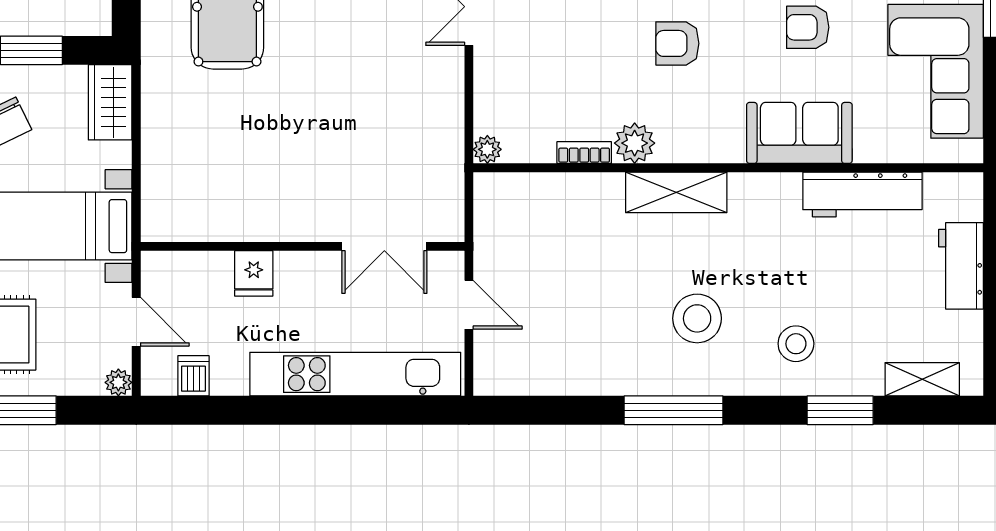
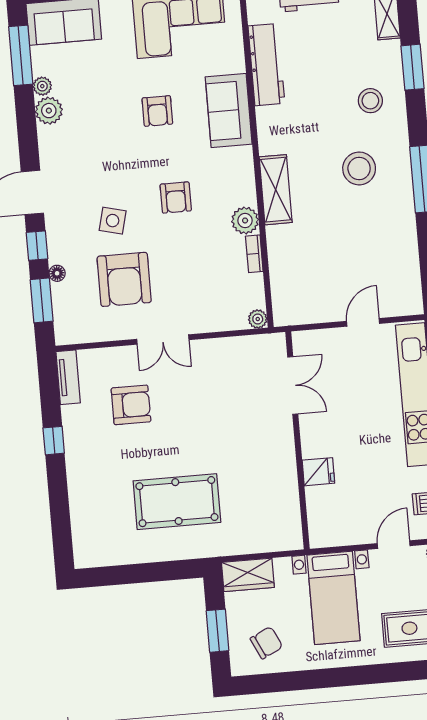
wall: (303, 246) -> (297, 440), moved
double door: (384, 246) -> (293, 386), moved
fridge: (254, 273) -> (318, 472), moved

